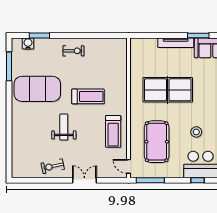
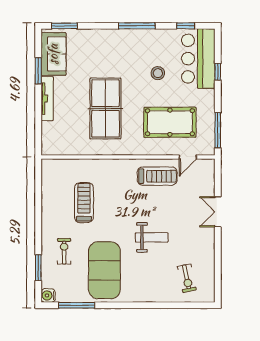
water cooler: (28, 43) -> (48, 295), moved
exercise bike: (73, 51) -> (64, 251), moved
treadmill: (88, 96) -> (84, 203), moved
weight bench: (64, 127) -> (152, 237), turned 180
exercise bike: (53, 166) -> (187, 278), moved
door: (129, 166) -> (188, 157), moved

